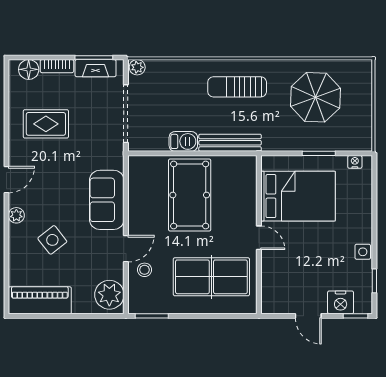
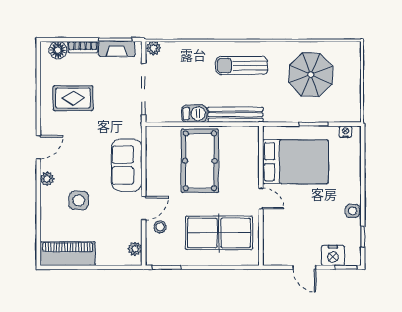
side table: (52, 240) -> (79, 200), turned 38
plant: (109, 295) -> (135, 249), width x0.53, depth x0.53

